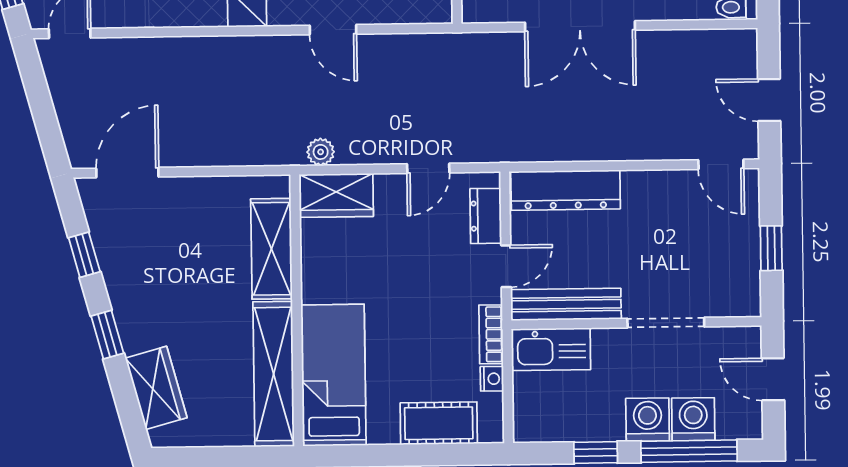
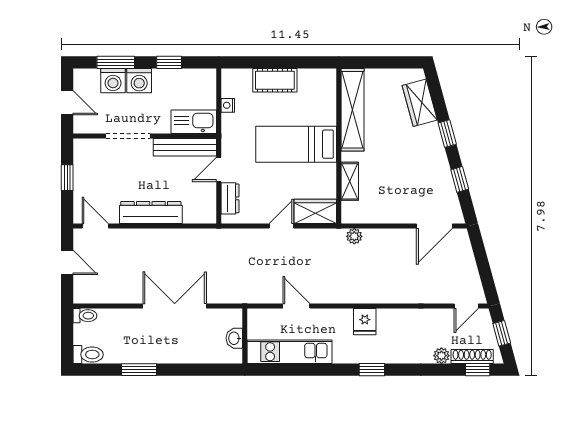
door: (333, 30) -> (296, 306), moved
plant: (321, 152) -> (354, 236), moved
door: (428, 168) -> (281, 226), moved
dresser: (566, 190) -> (151, 212), moved
shelving: (271, 249) -> (350, 181), width x0.67, depth x0.75
bookcase: (491, 334) -> (228, 131), removed
bed: (333, 375) -> (296, 144), moved, turned 90
cot: (439, 423) -> (275, 80), moved
window: (689, 451) -> (116, 62), width x0.69

